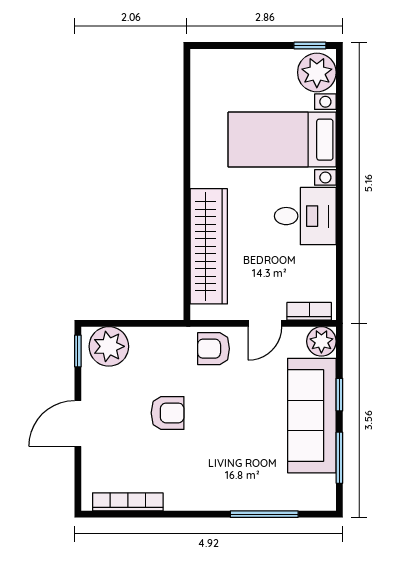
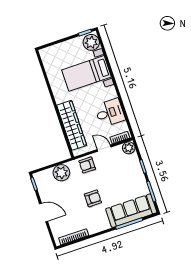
desk: (305, 216) -> (110, 113), moved
door: (265, 323) -> (104, 148), swing flipped
plant: (109, 346) -> (61, 173), moved
armchair: (168, 413) -> (93, 198), moved
sofa: (312, 416) -> (131, 211), moved, turned 90
door: (78, 423) -> (44, 212), swing flipped

